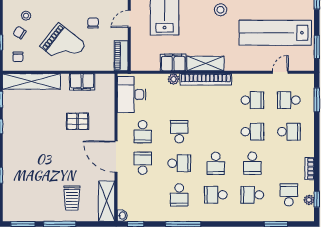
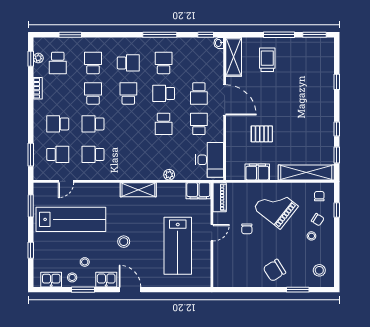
filing cabinet: (173, 62) -> (198, 191), moved
bookcase: (206, 79) -> (138, 174), removed
school desk: (252, 195) -> (93, 63), turned -90

